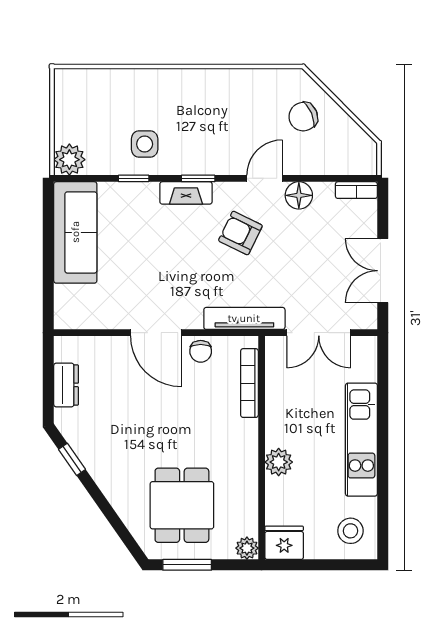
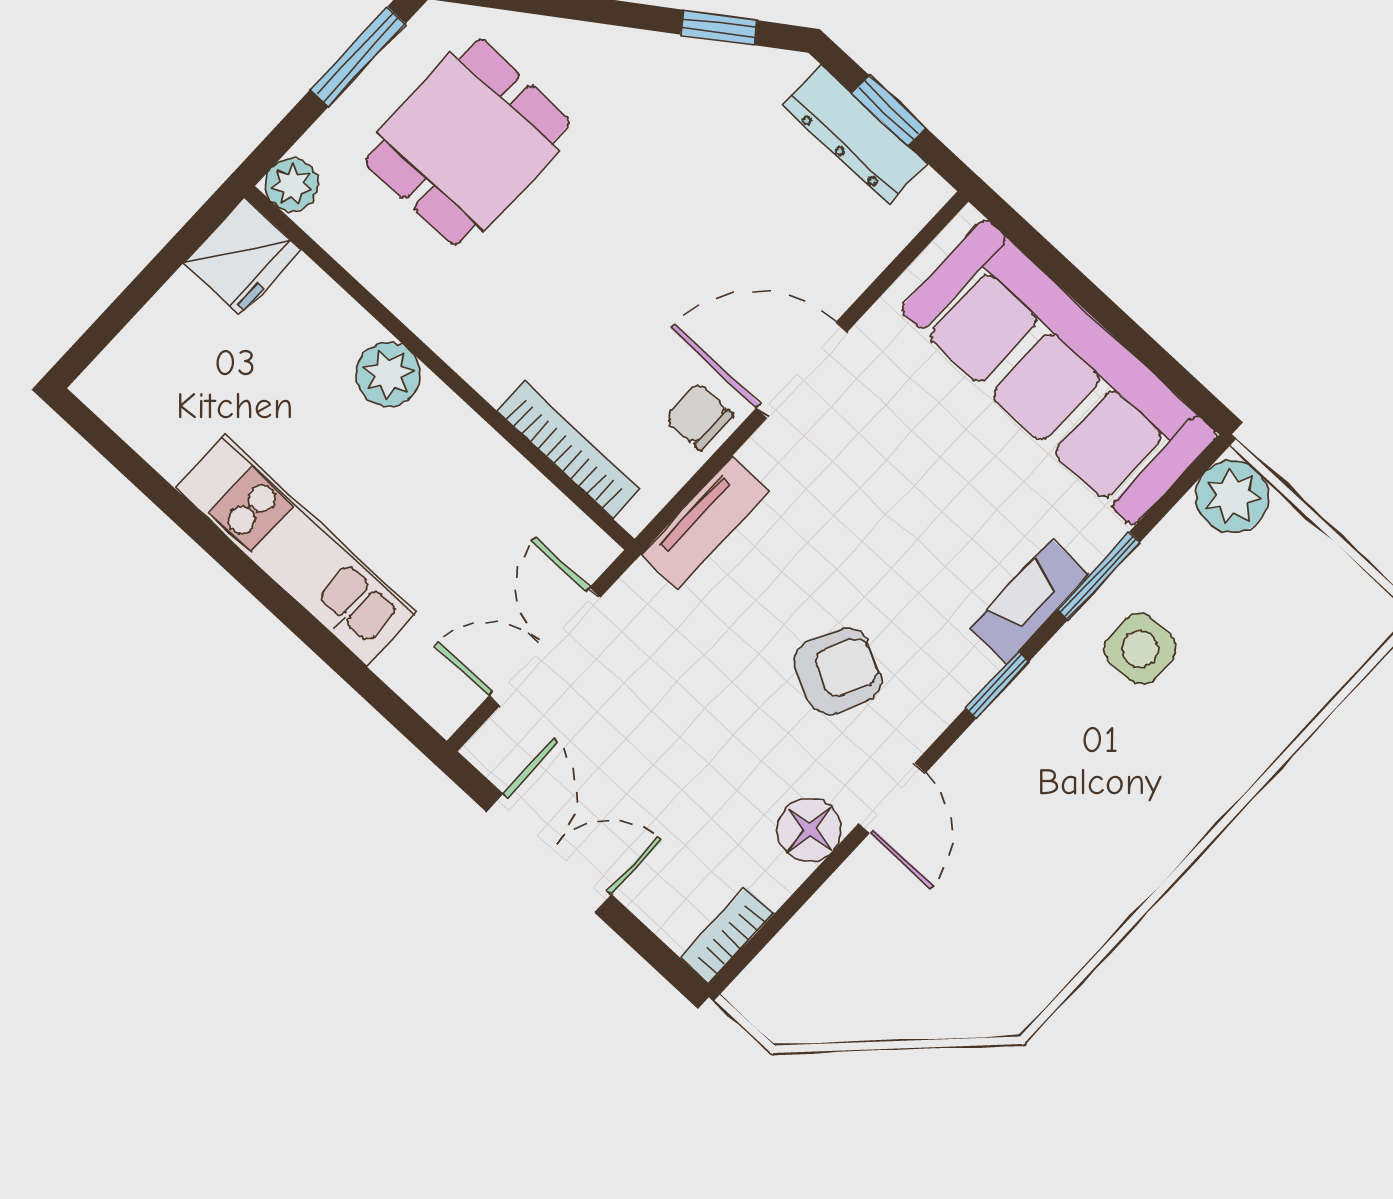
chair: (303, 117) -> (936, 961), removed
window: (134, 178) -> (1099, 576), width x1.50
fireplace: (186, 193) -> (1029, 601), moved
sofa: (75, 232) -> (1059, 372), width x1.36, depth x1.27
tv unit: (244, 318) -> (705, 523), width x0.71
window: (48, 381) -> (889, 110), added
dresser: (66, 385) -> (855, 135), width x1.44
dining table: (182, 505) -> (468, 142), turned 90
stool: (350, 531) -> (158, 388), removed

